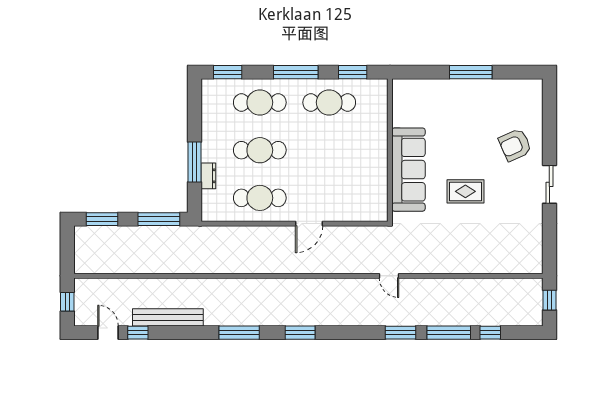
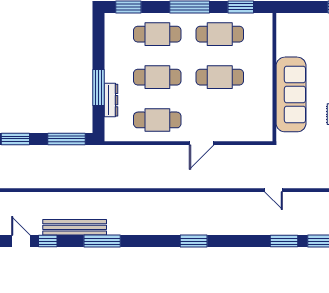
cafe table: (329, 150) -> (220, 77), added
dresser: (208, 176) -> (111, 100), width x1.44
window: (239, 333) -> (102, 241), moved

